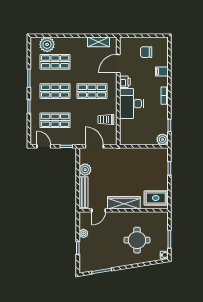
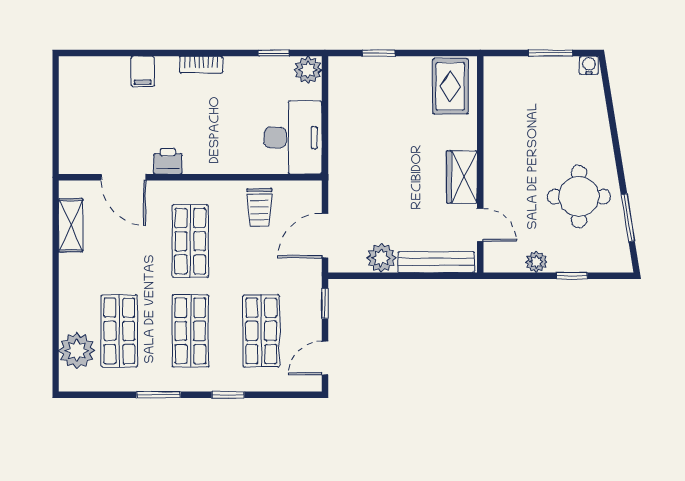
chair: (146, 52) -> (95, 109), removed
desk: (131, 104) -> (293, 138), moved, turned -90
wardrobe: (124, 203) -> (462, 177), width x0.67
round table: (137, 240) -> (579, 197), moved

